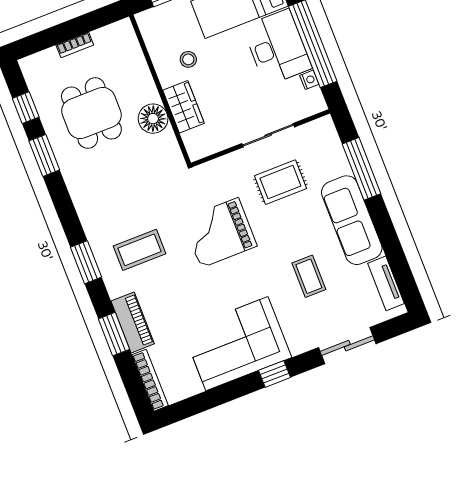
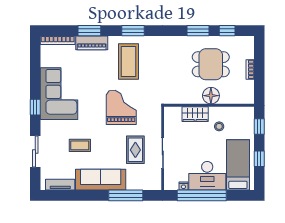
floor lamp: (153, 119) -> (211, 96), moved
coffee table: (140, 250) -> (129, 61), width x1.36, depth x1.32

